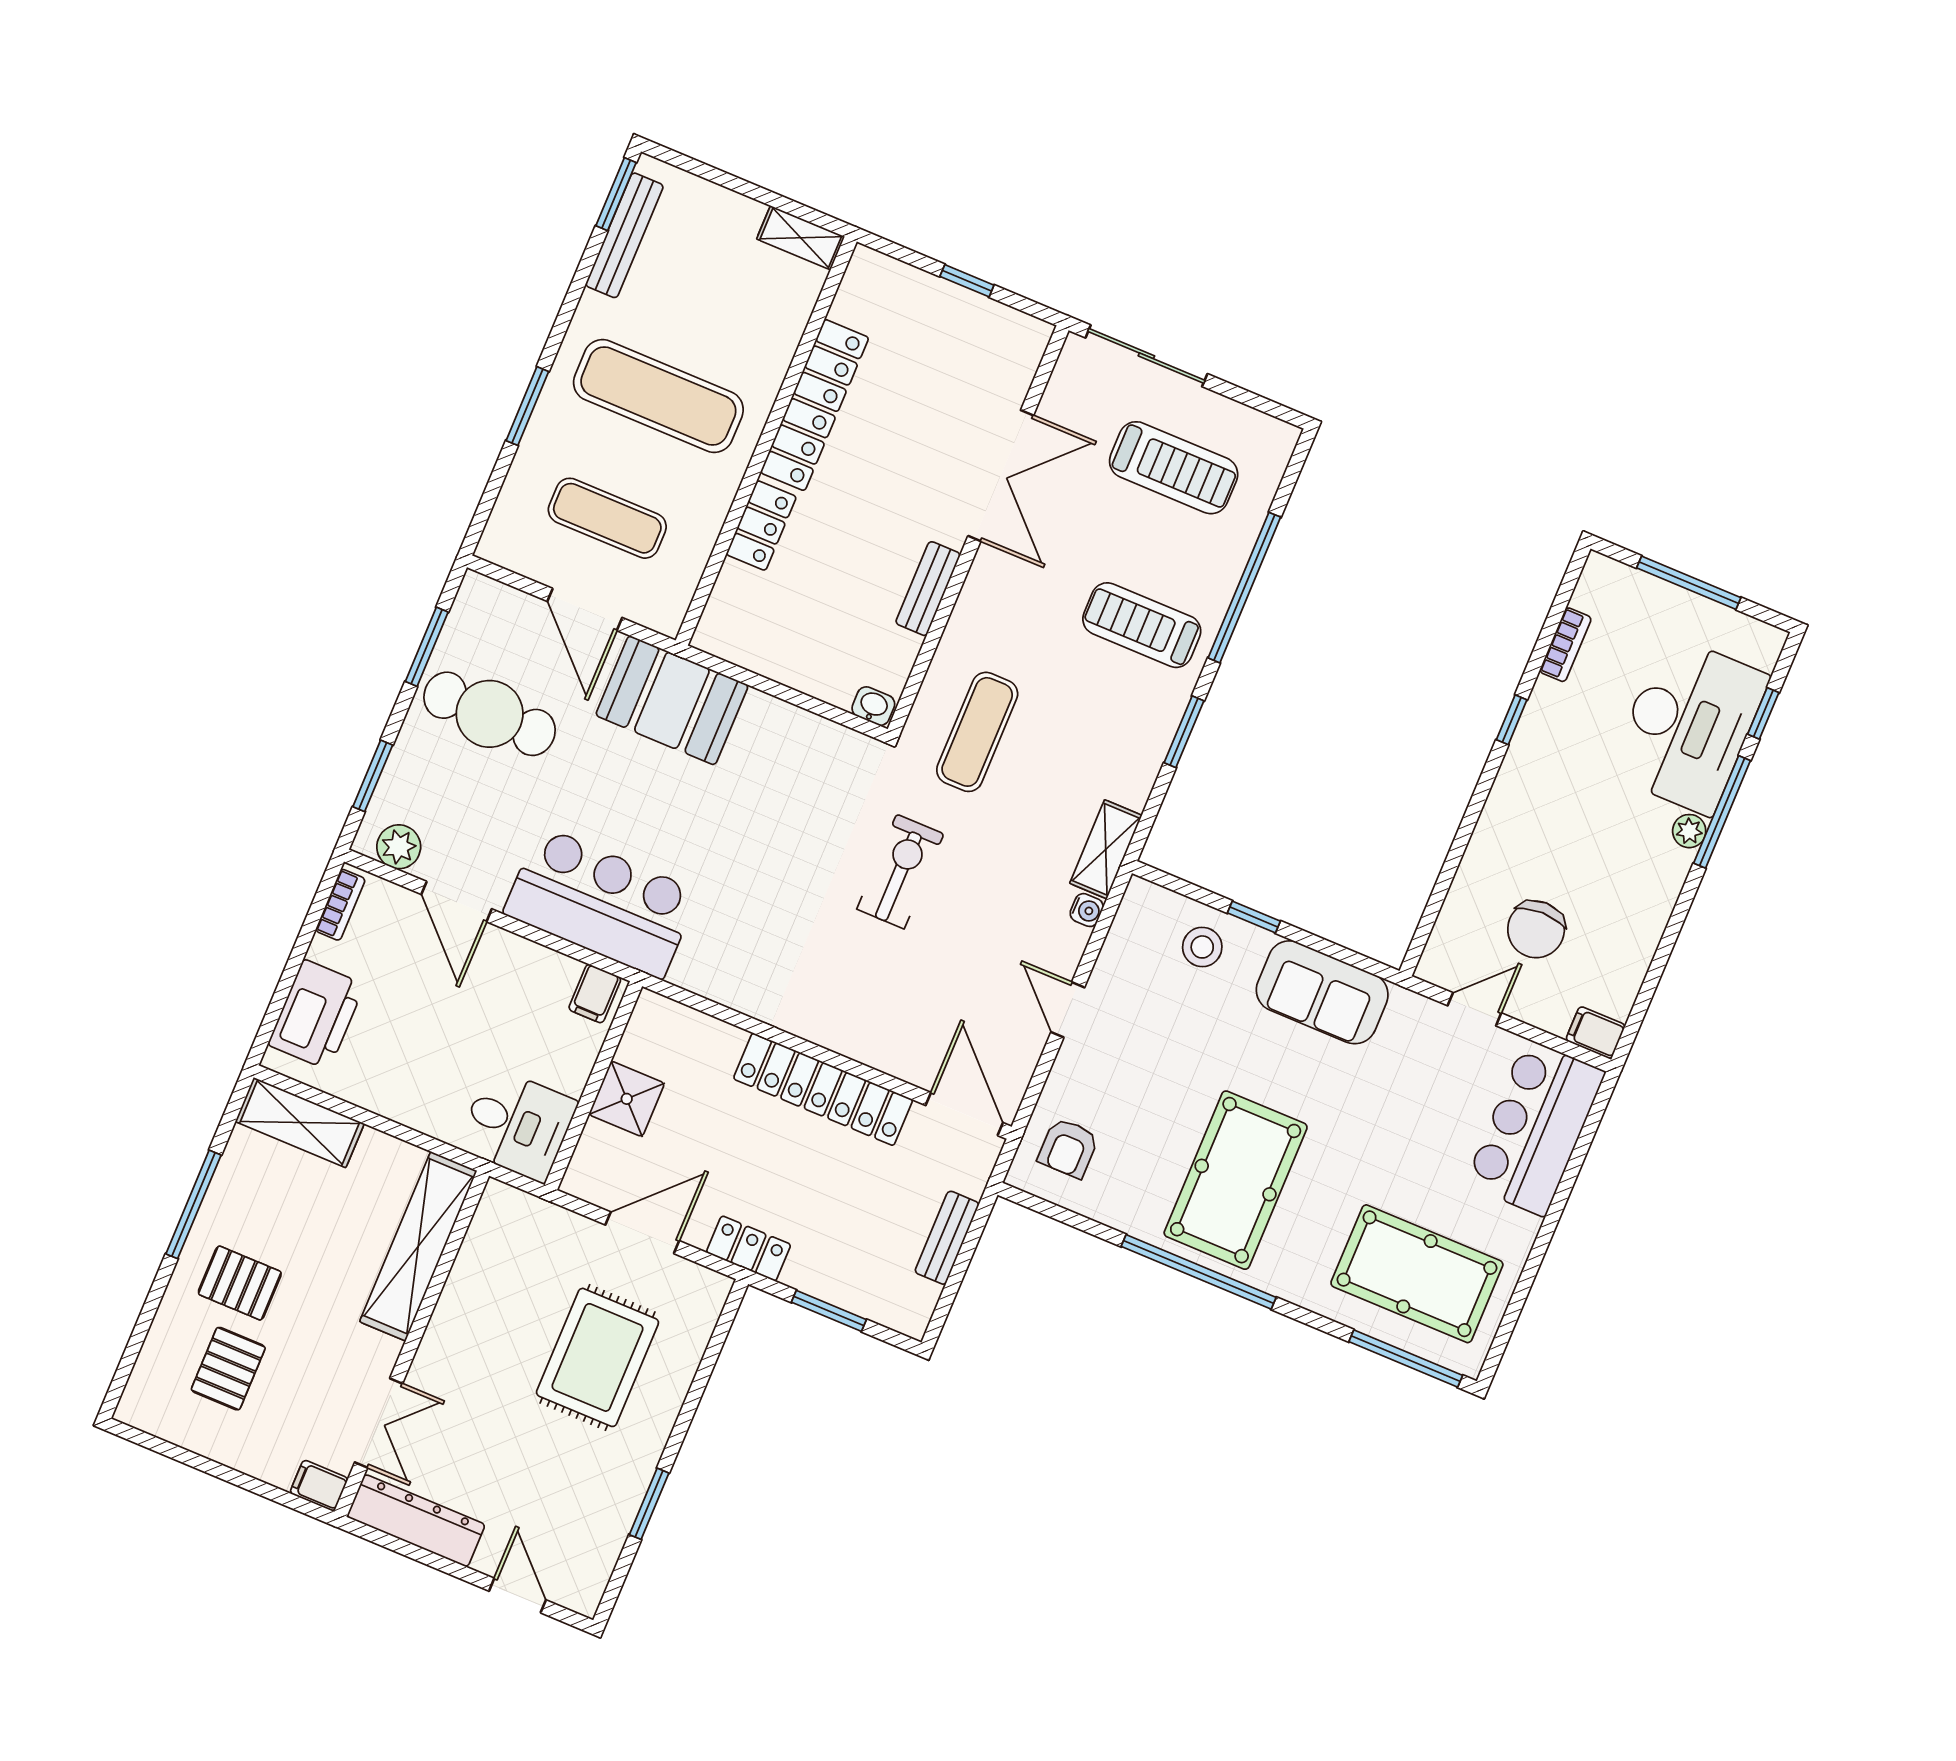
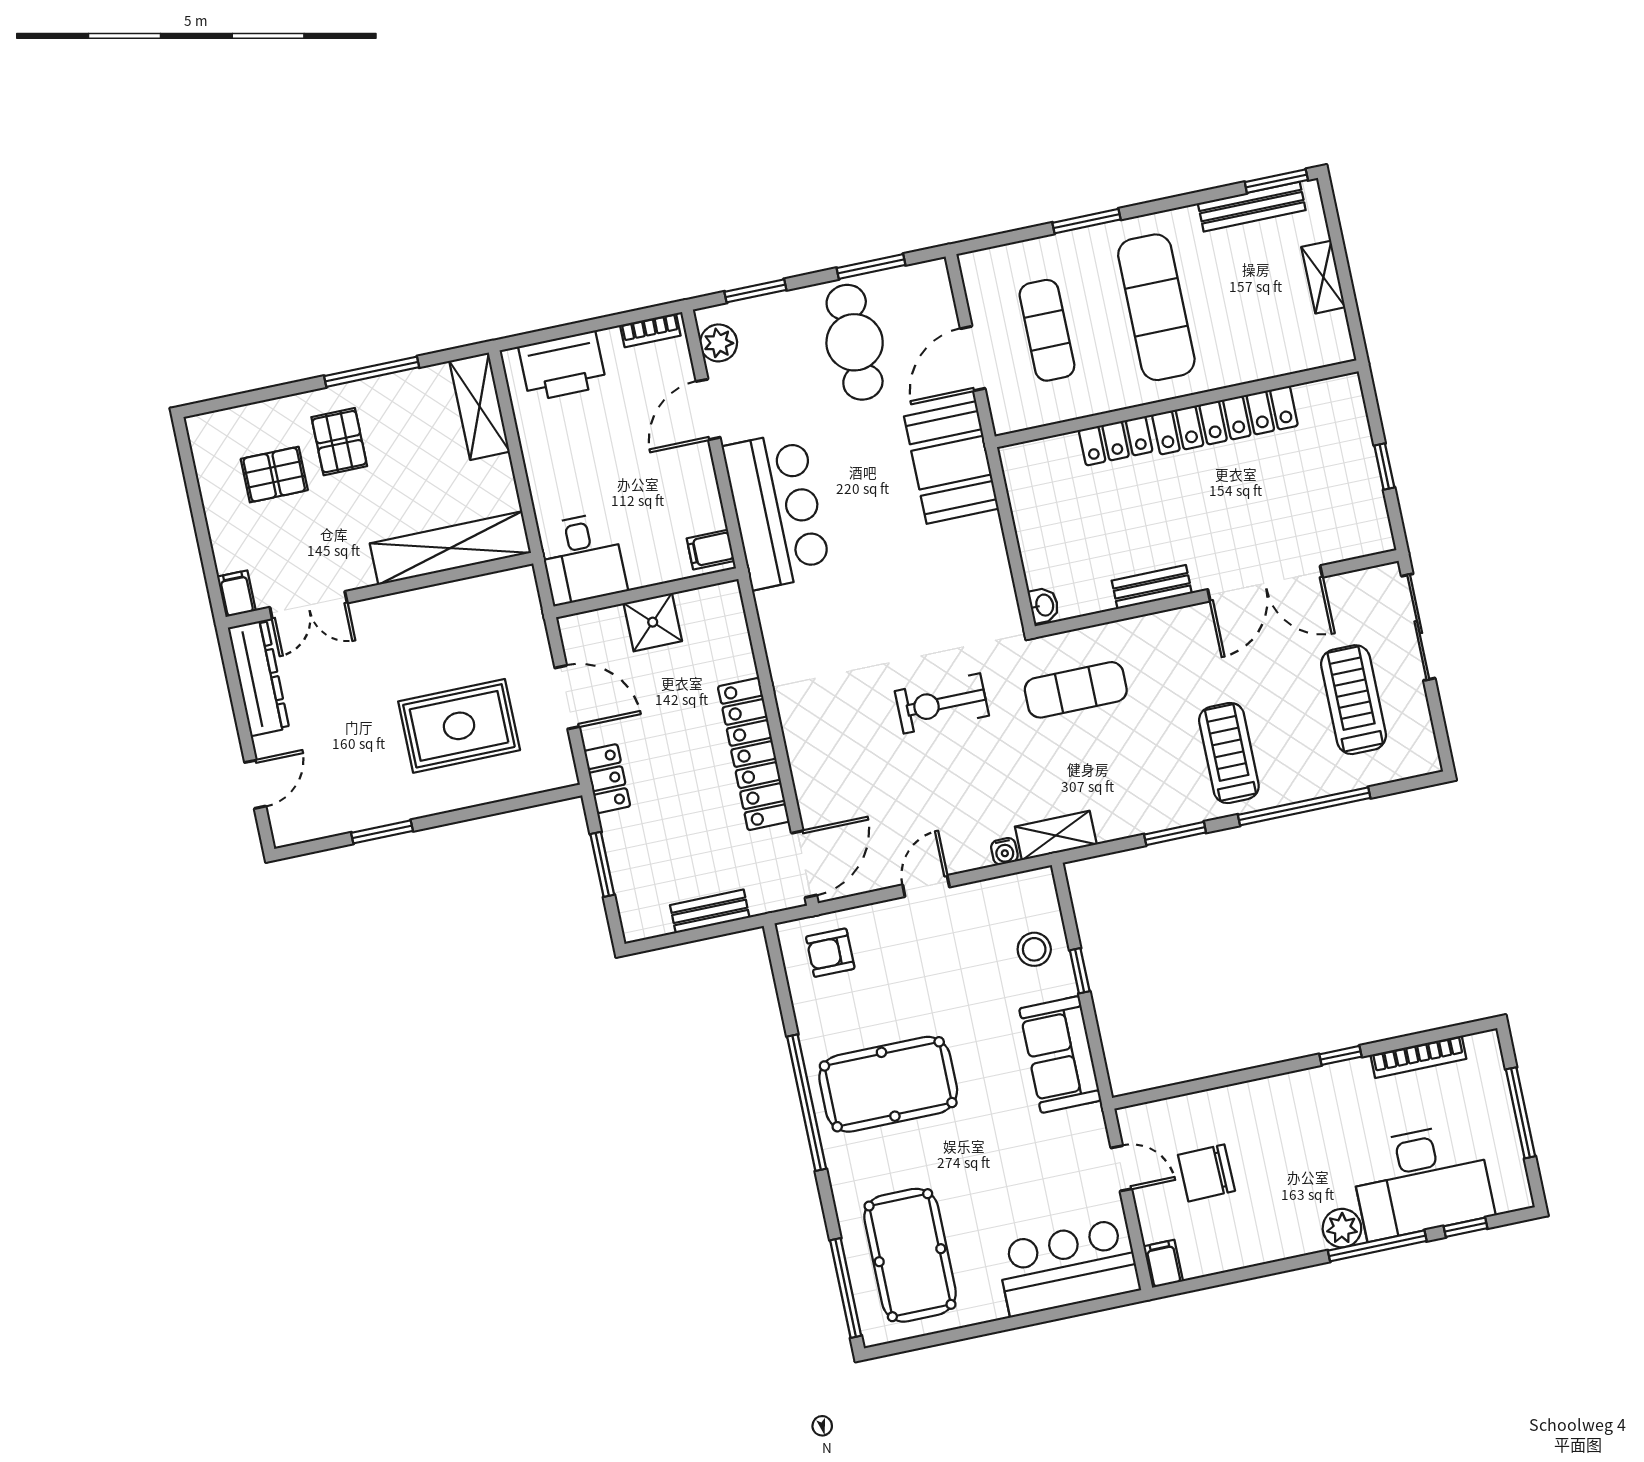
shelving: (801, 238) -> (1323, 277), moved
treadmill: (1174, 468) -> (1354, 700), turned 180
bookcase: (1565, 645) -> (1418, 1057), width x1.56
plant: (1689, 831) -> (1342, 1228), width x1.38, depth x1.38
exercise bike: (900, 872) -> (942, 703), turned 180

